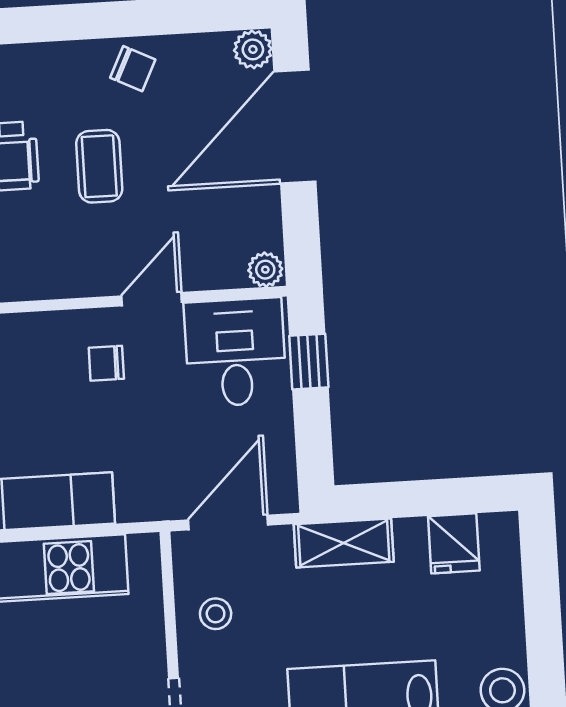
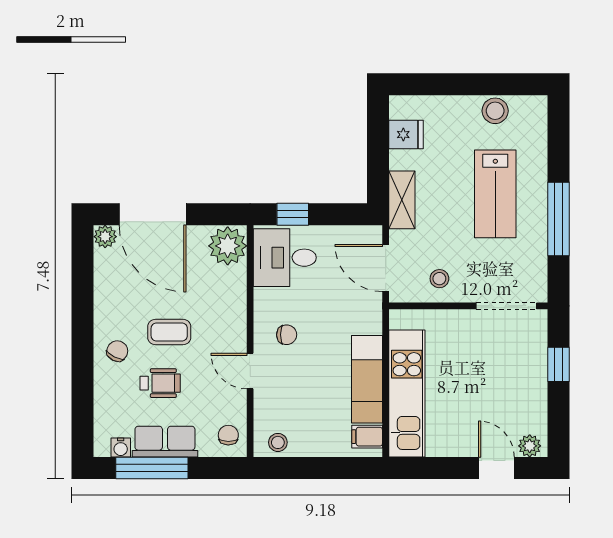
chair: (133, 69) -> (117, 351), moved
plant: (265, 270) -> (228, 246), width x1.87, depth x1.87
door: (152, 299) -> (250, 371), moved
chair: (106, 363) -> (287, 335), turned -90

